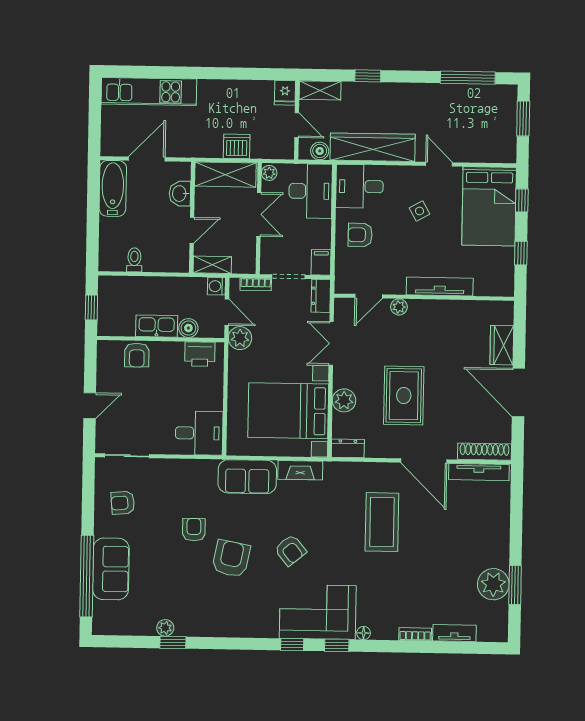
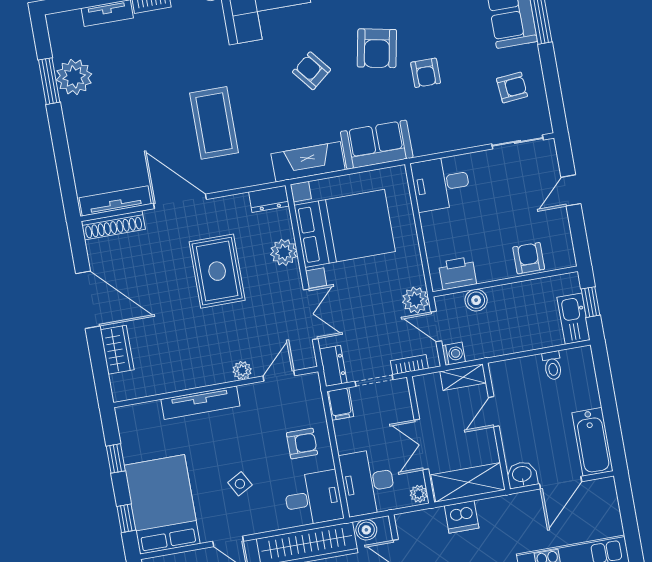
washbasin: (180, 194) -> (522, 475), moved, turned -90
kitchen sink: (157, 326) -> (574, 319), moved, turned 90
fireplace: (300, 470) -> (308, 162), width x1.37, depth x1.32

